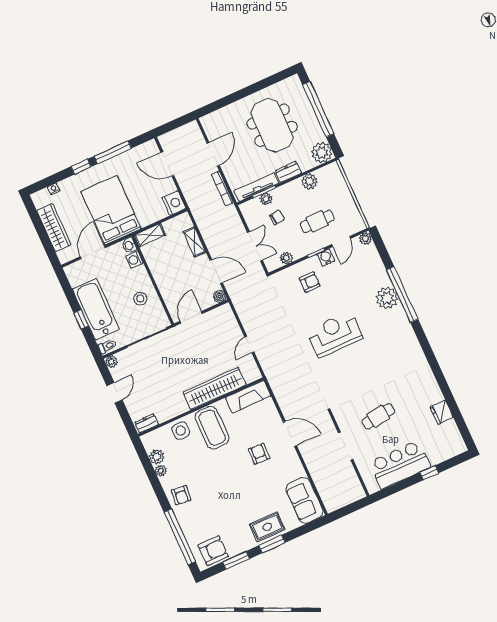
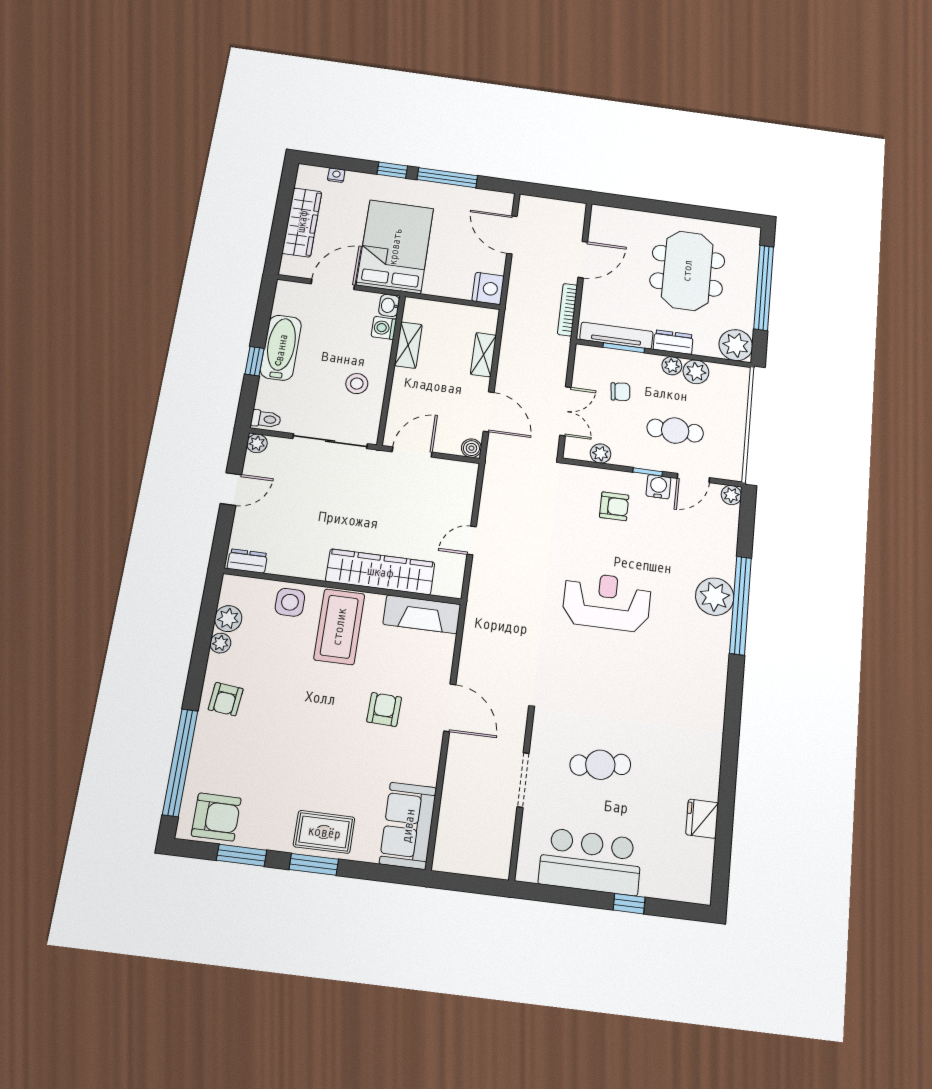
plant: (266, 199) -> (672, 366), moved
shelving: (150, 235) -> (408, 345), moved, turned 90
bathtub: (96, 309) -> (281, 348), width x0.73, depth x0.73

